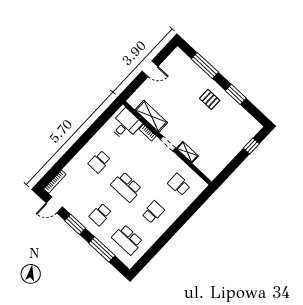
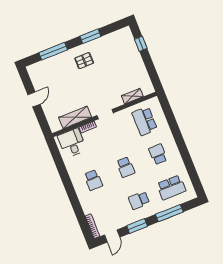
shelving: (187, 152) -> (132, 96), moved
school desk: (179, 184) -> (145, 121), width x1.85
school desk: (126, 187) -> (126, 167), width x0.54
school desk: (100, 215) -> (139, 200), turned 90

